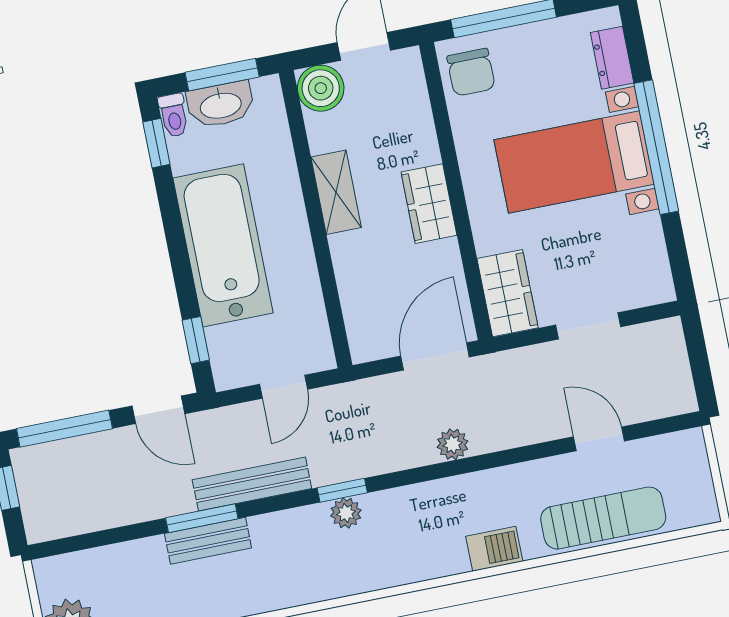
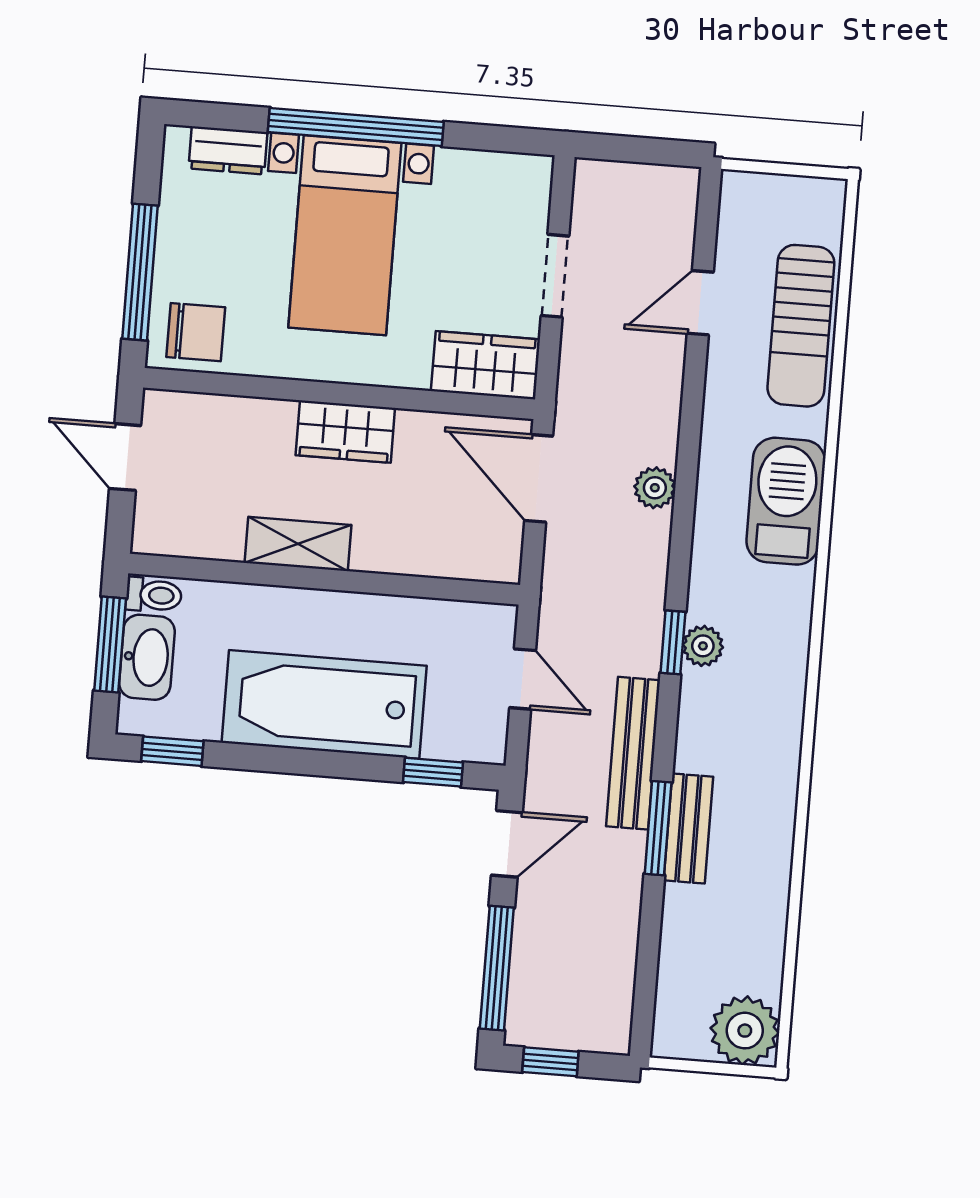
boiler: (321, 88) -> (162, 526), removed
toilet: (174, 115) -> (154, 595), moved
sun lounger: (603, 518) -> (801, 326), turned 180
barbecue: (494, 549) -> (786, 501), width x1.88, depth x1.53

